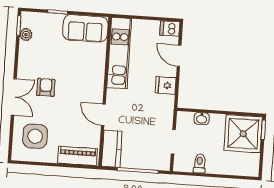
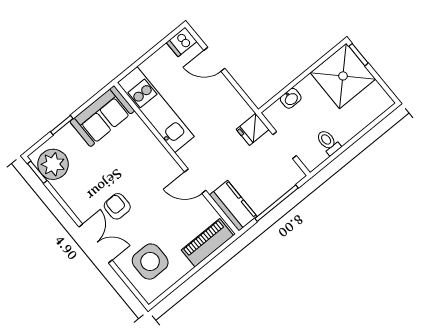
plant: (26, 35) -> (53, 164), width x1.87, depth x1.87
fridge: (166, 85) -> (253, 129), moved

